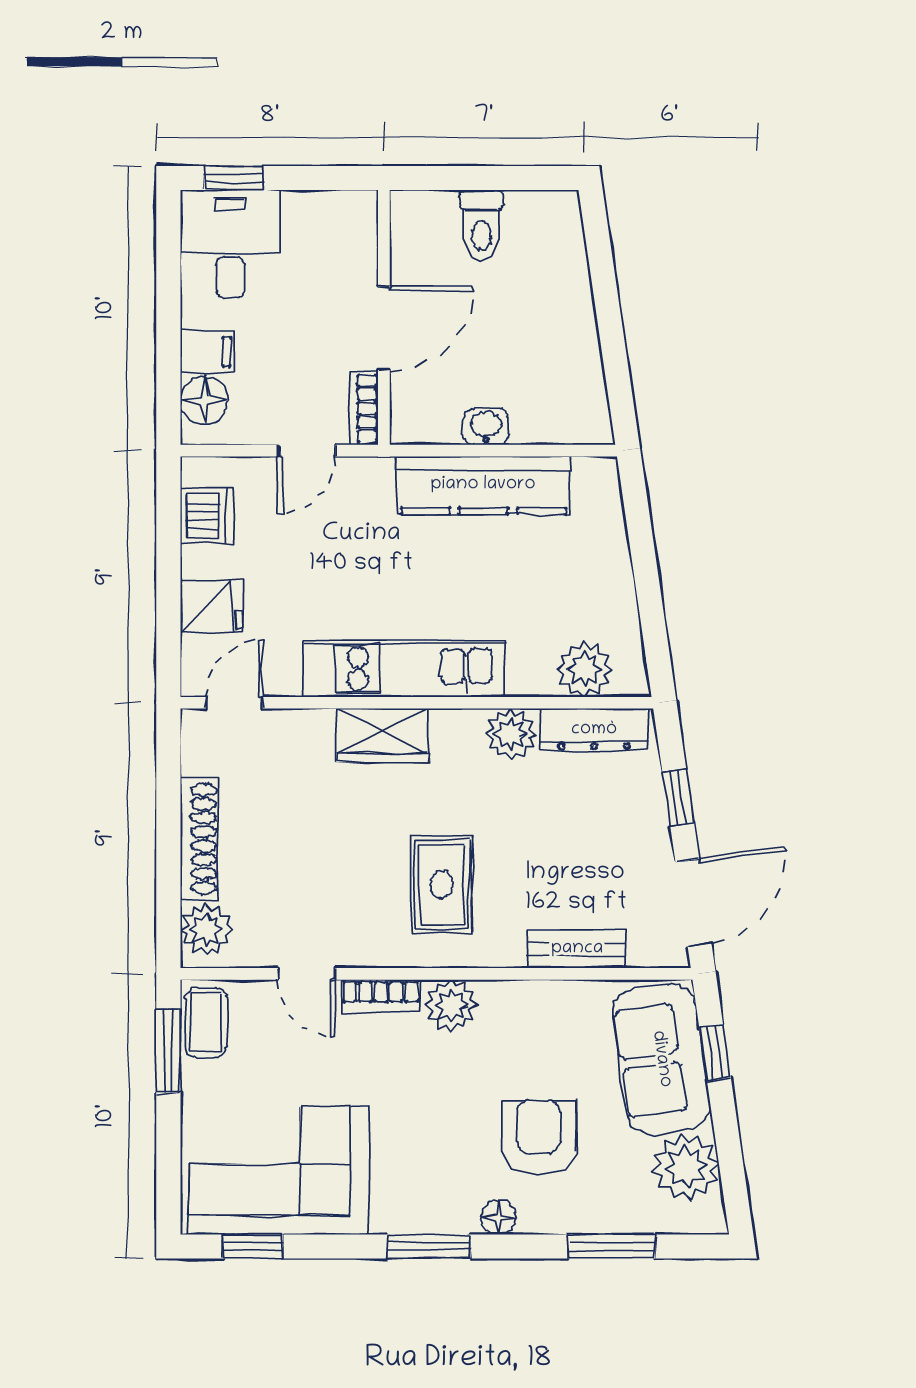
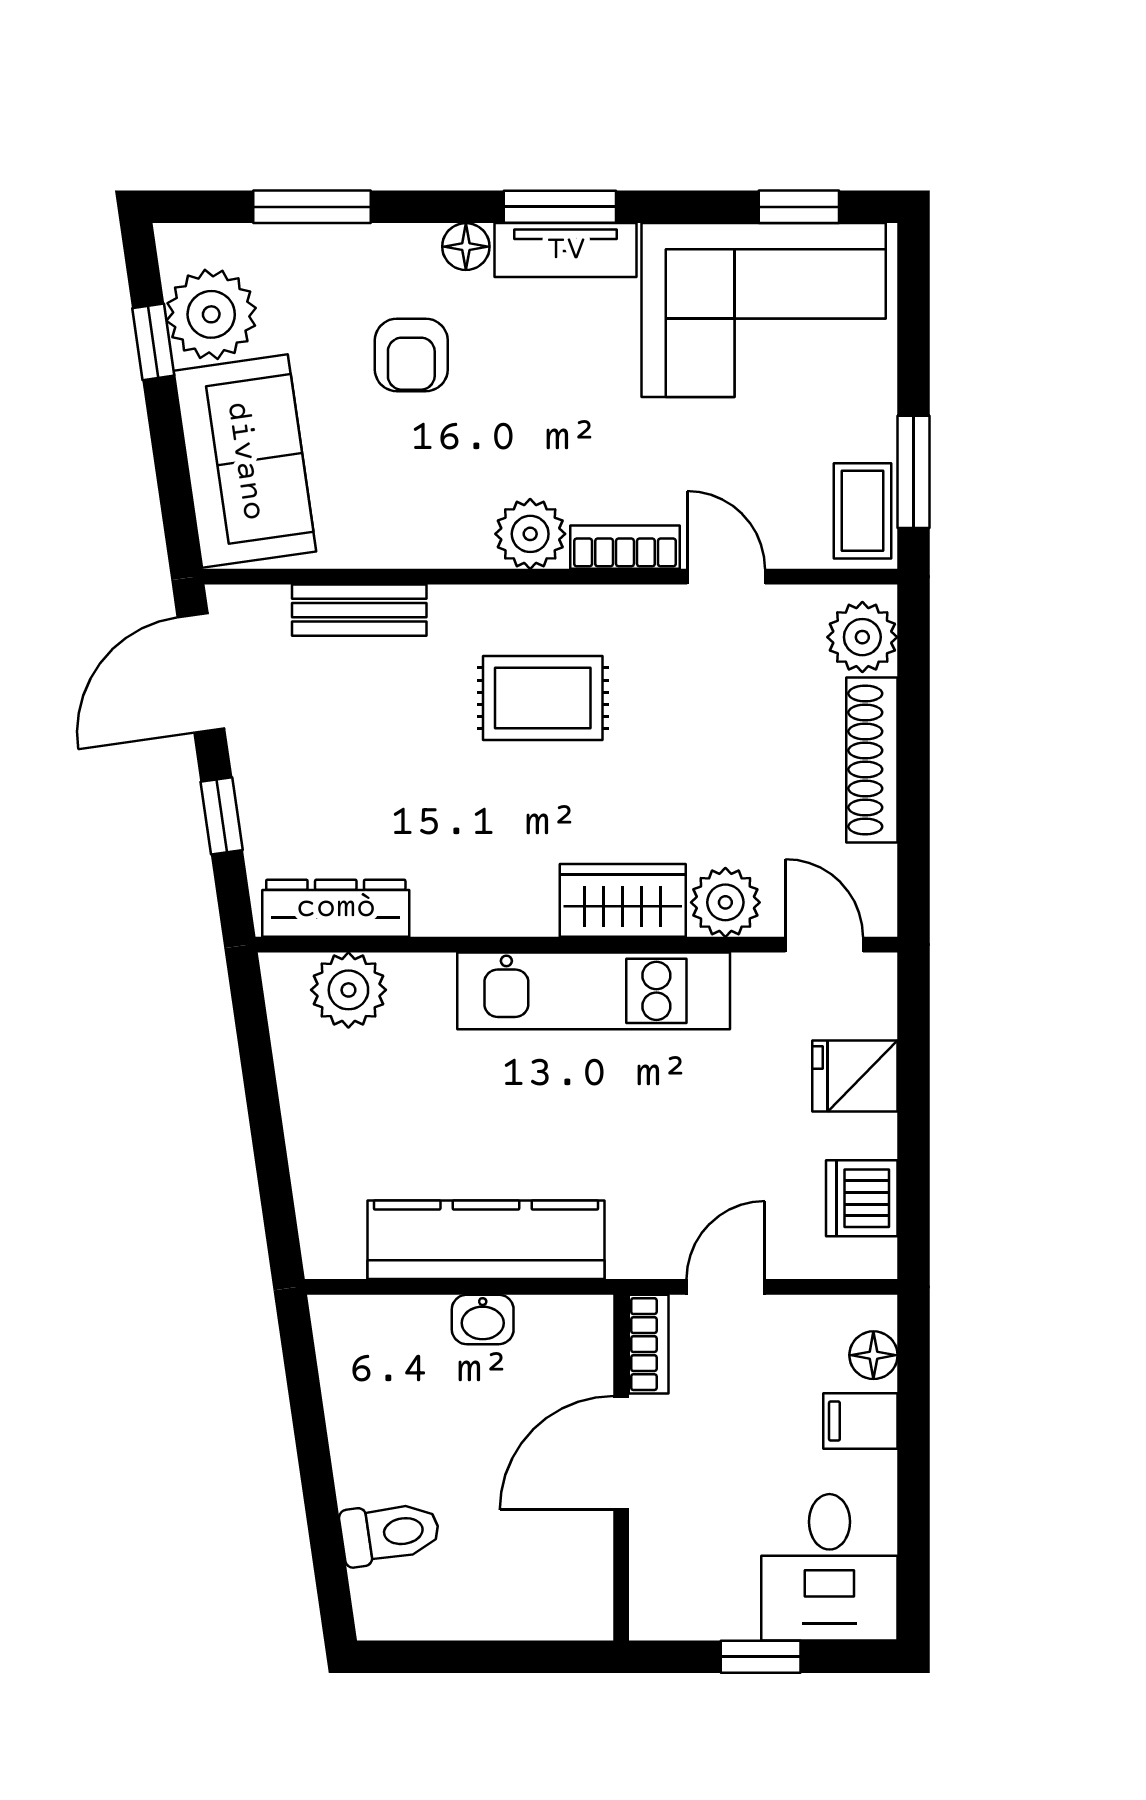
window: (233, 178) -> (761, 1657), moved
toilet: (481, 225) -> (390, 1533), moved, turned 82
floor lamp: (205, 400) -> (873, 1355), width x0.73, depth x0.73
door: (234, 703) -> (824, 945), swing flipped
plant: (511, 734) -> (725, 902), moved
rug: (442, 884) -> (543, 698), turned 90
window: (715, 1052) -> (153, 342), moved
armchair: (539, 1137) -> (411, 355), width x0.72, depth x0.72
tv unit: (425, 1215) -> (566, 250), added

